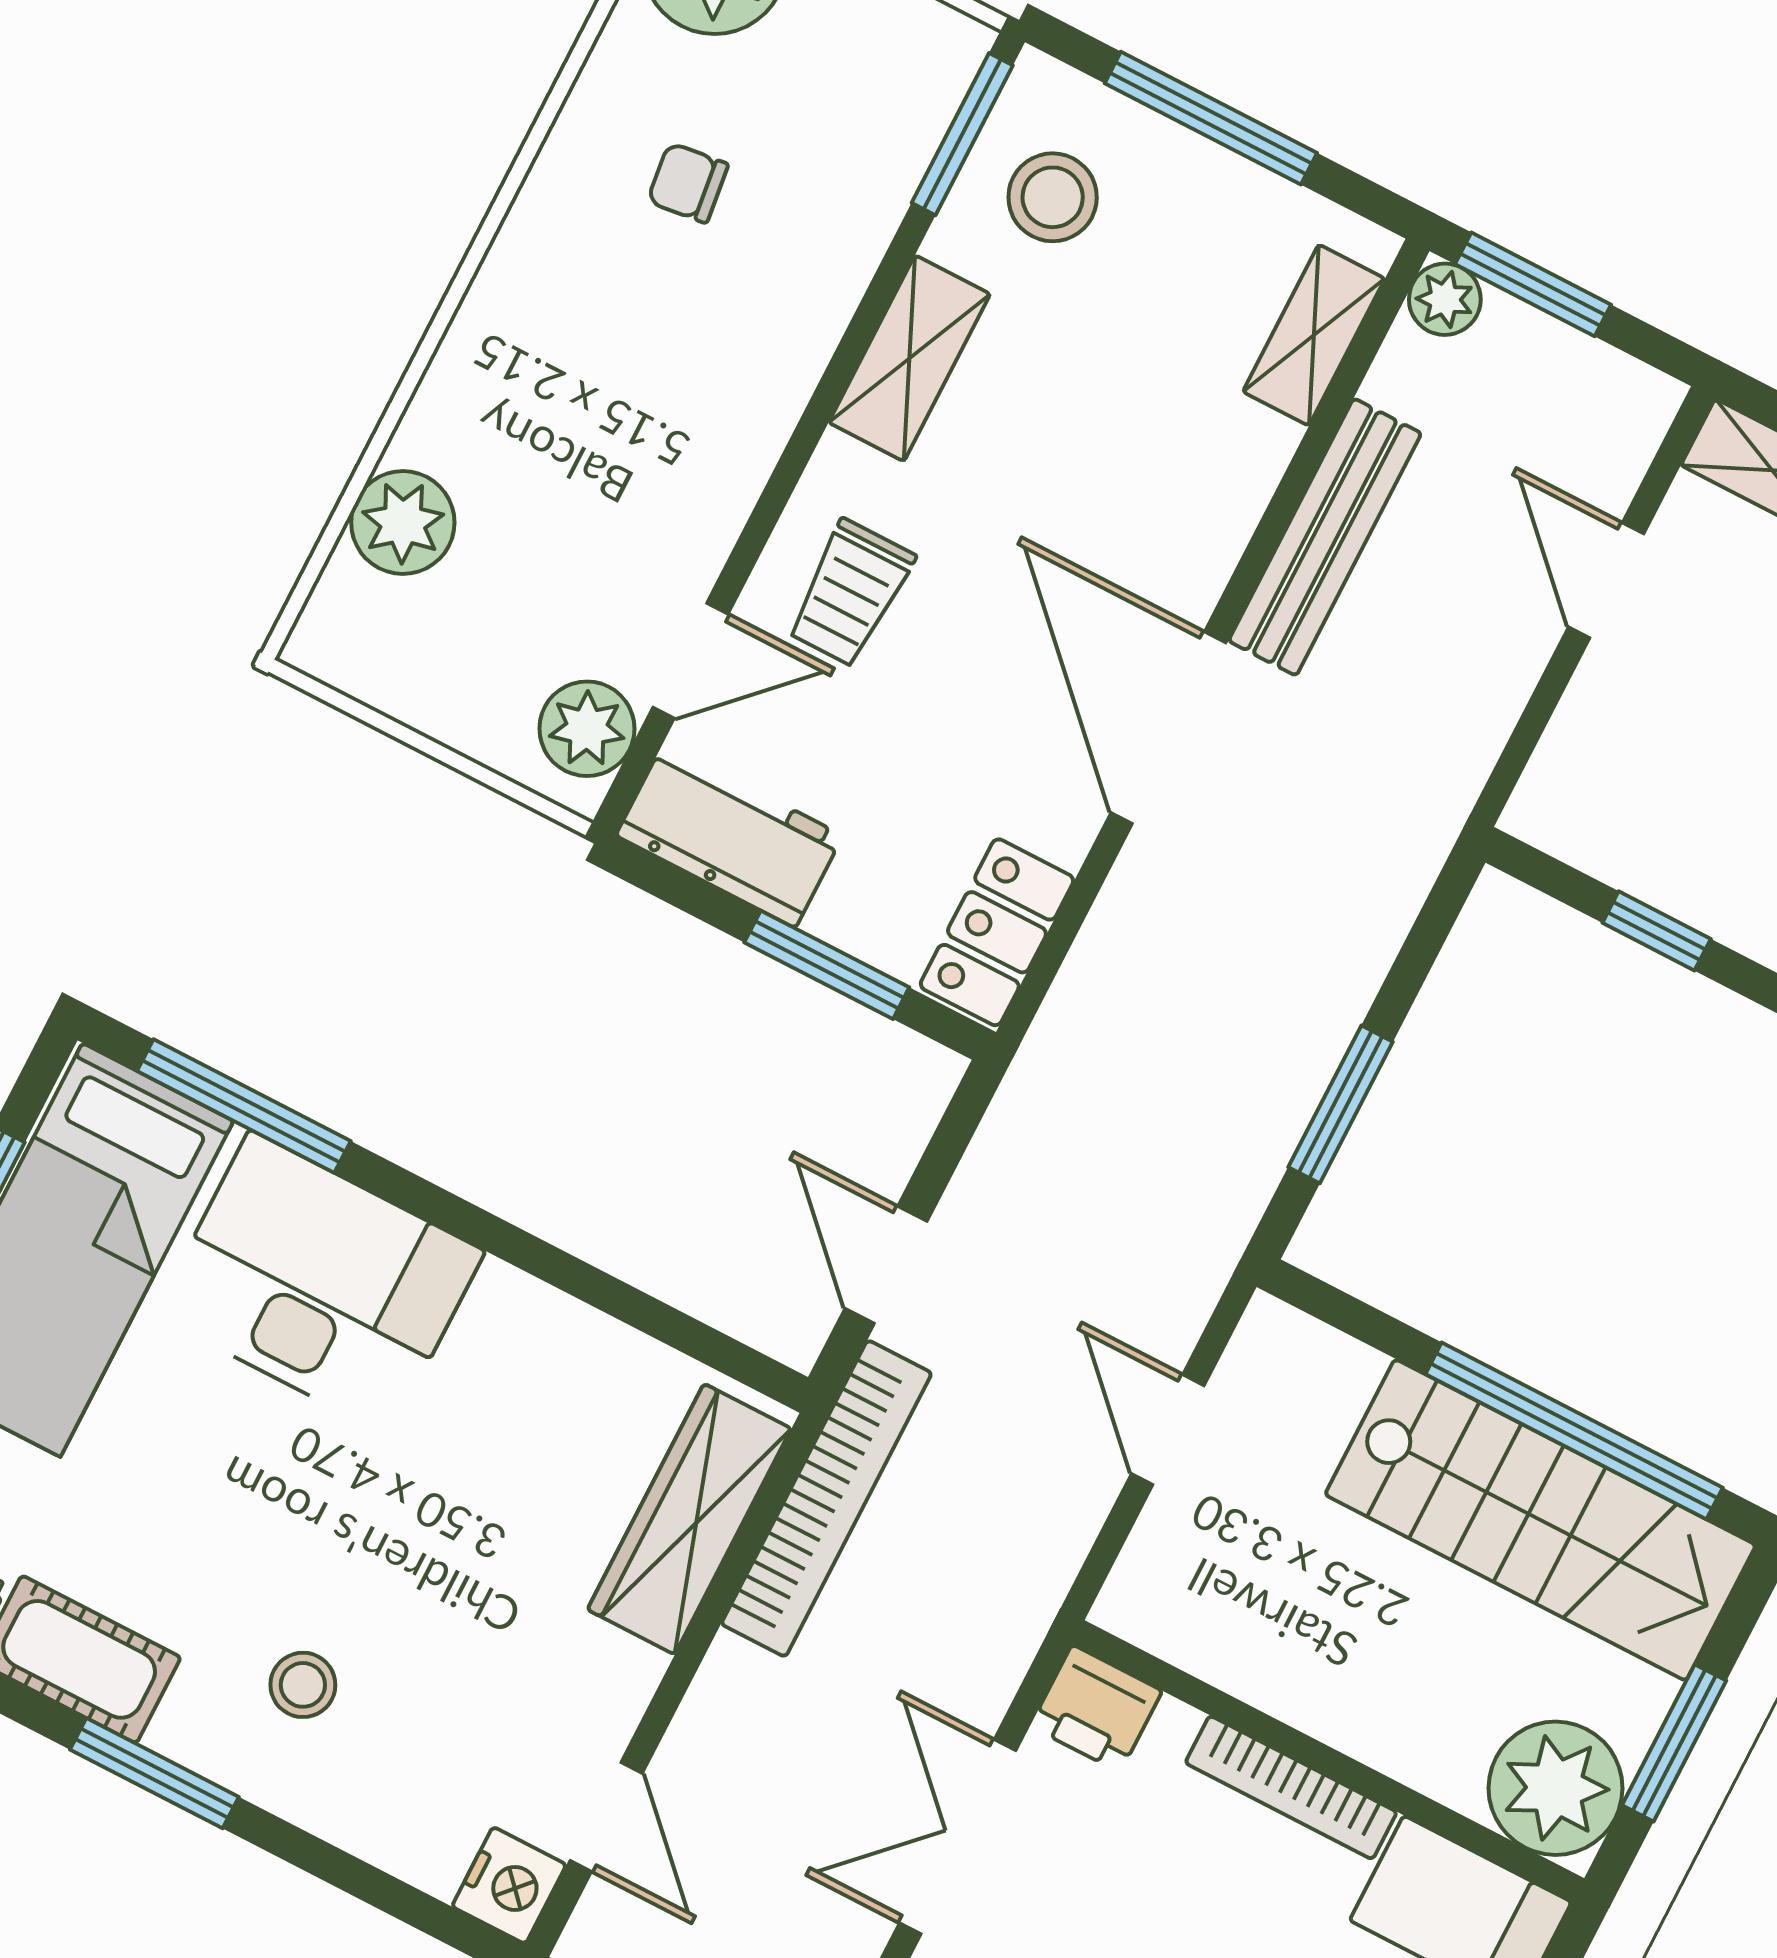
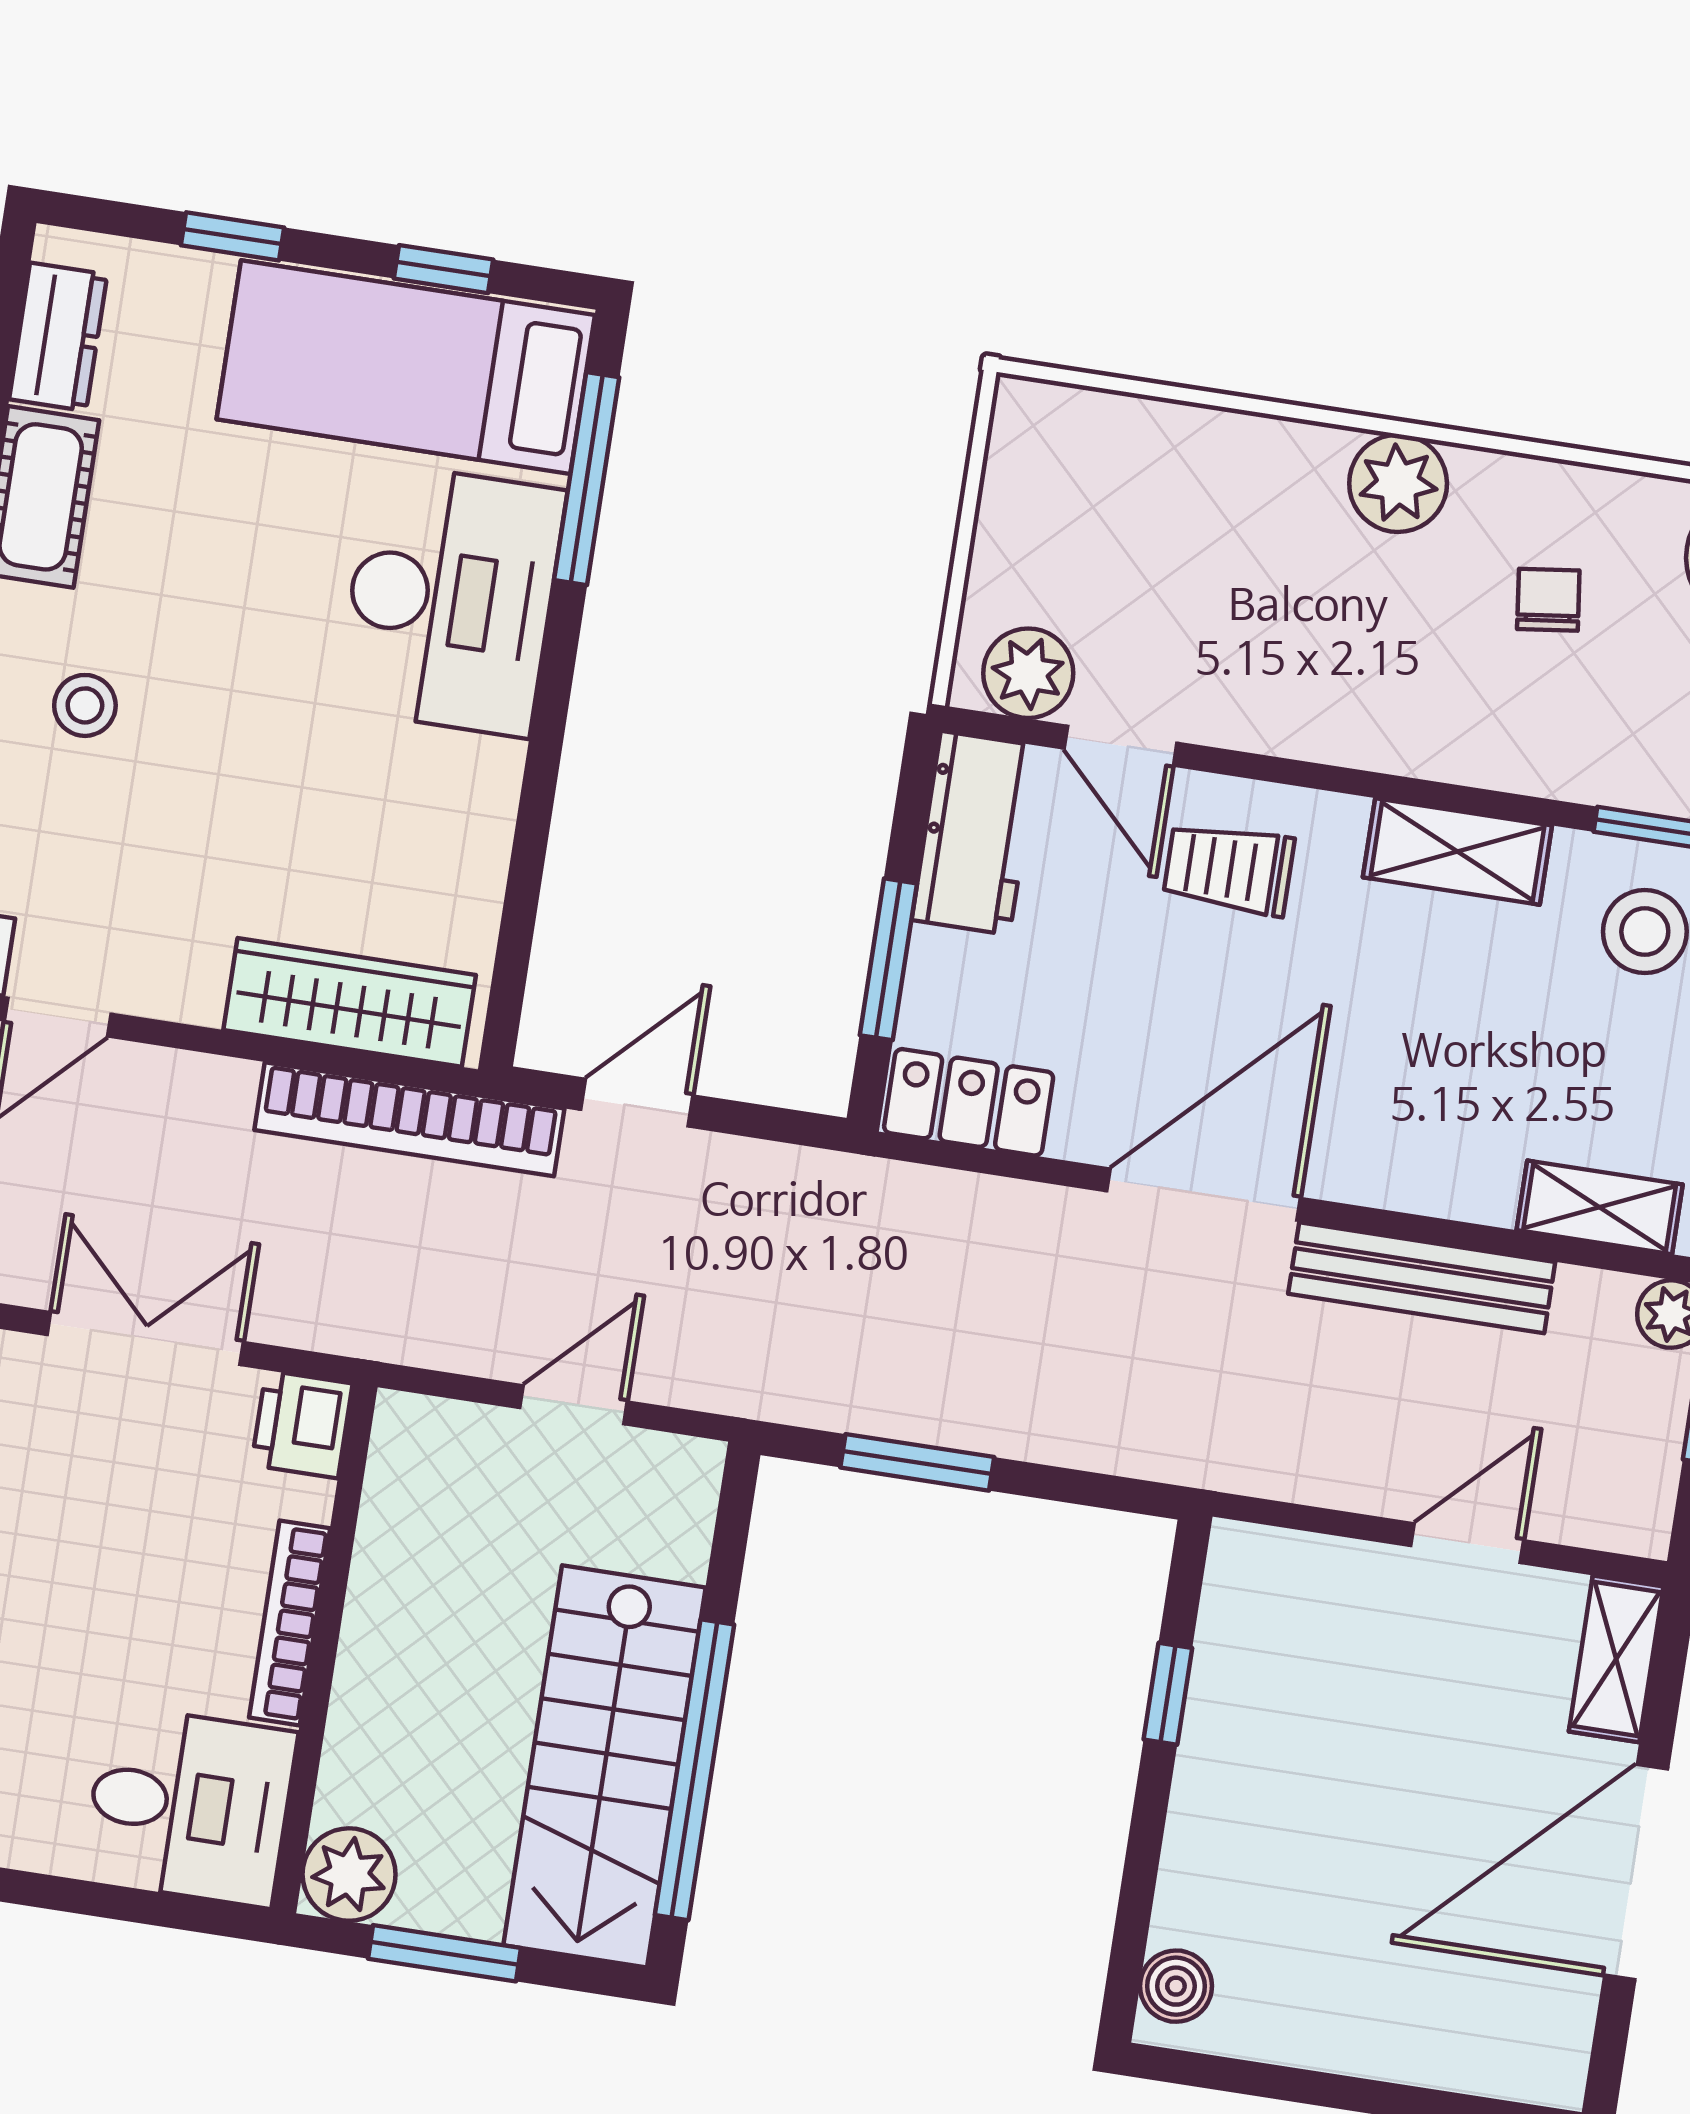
plant: (403, 523) -> (1398, 483), moved
plant: (1556, 1788) -> (349, 1875), width x0.73, depth x0.73

